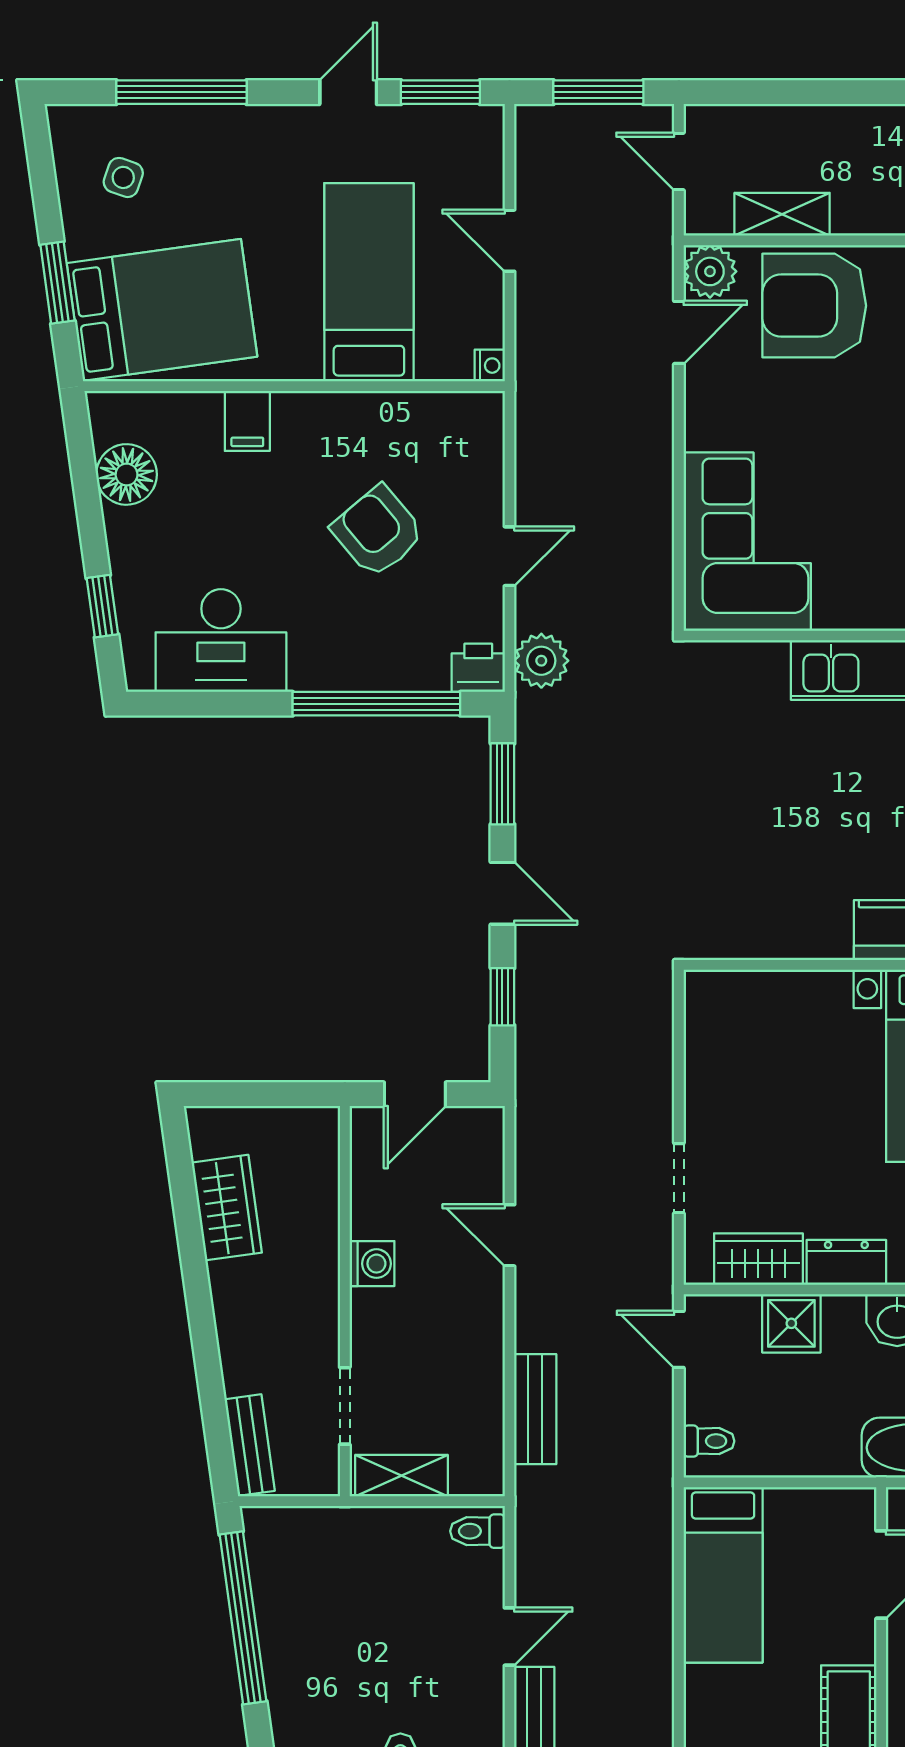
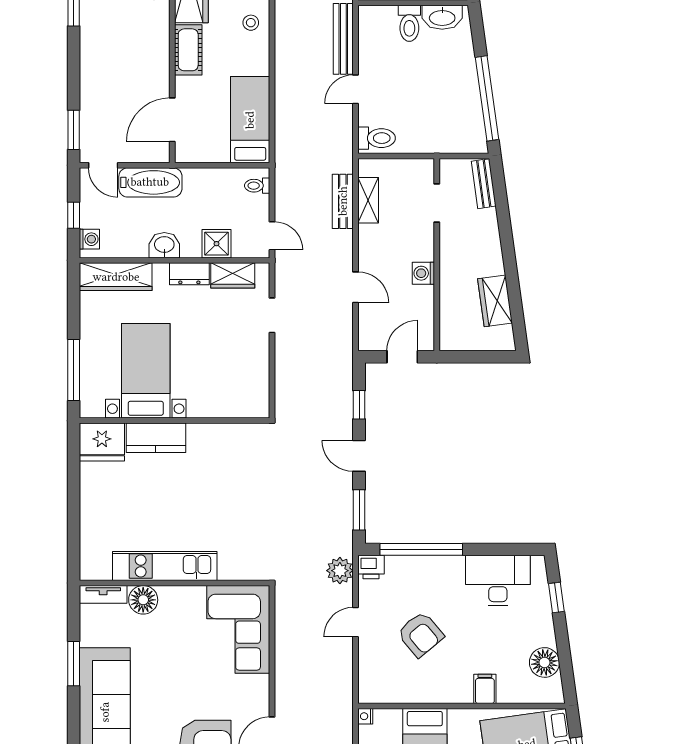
shelving: (402, 1476) -> (368, 200), moved, turned 90
toilet: (477, 1531) -> (377, 138), width x1.37, depth x1.39

